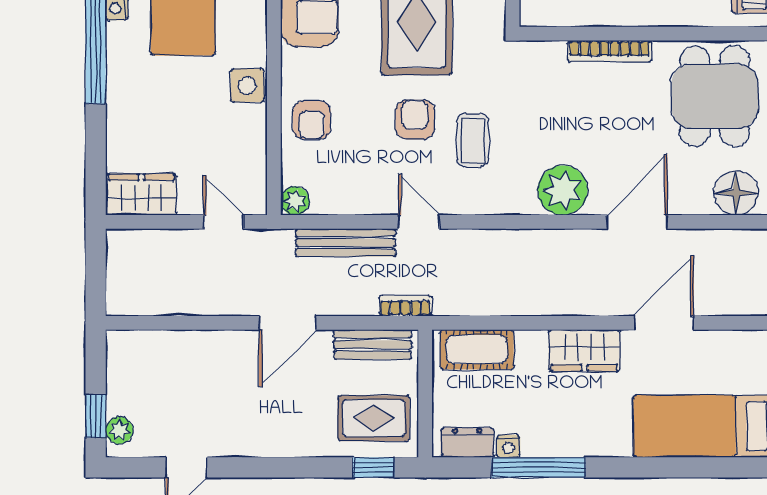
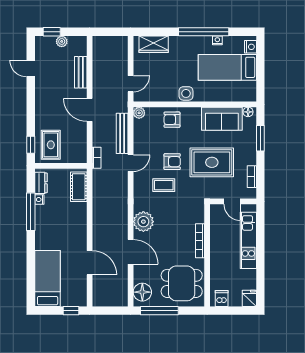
wardrobe: (141, 195) -> (154, 44), moved, turned 90
bench: (373, 344) -> (81, 72), moved
wardrobe: (584, 350) -> (78, 230), removed
plant: (119, 430) -> (62, 41), moved

